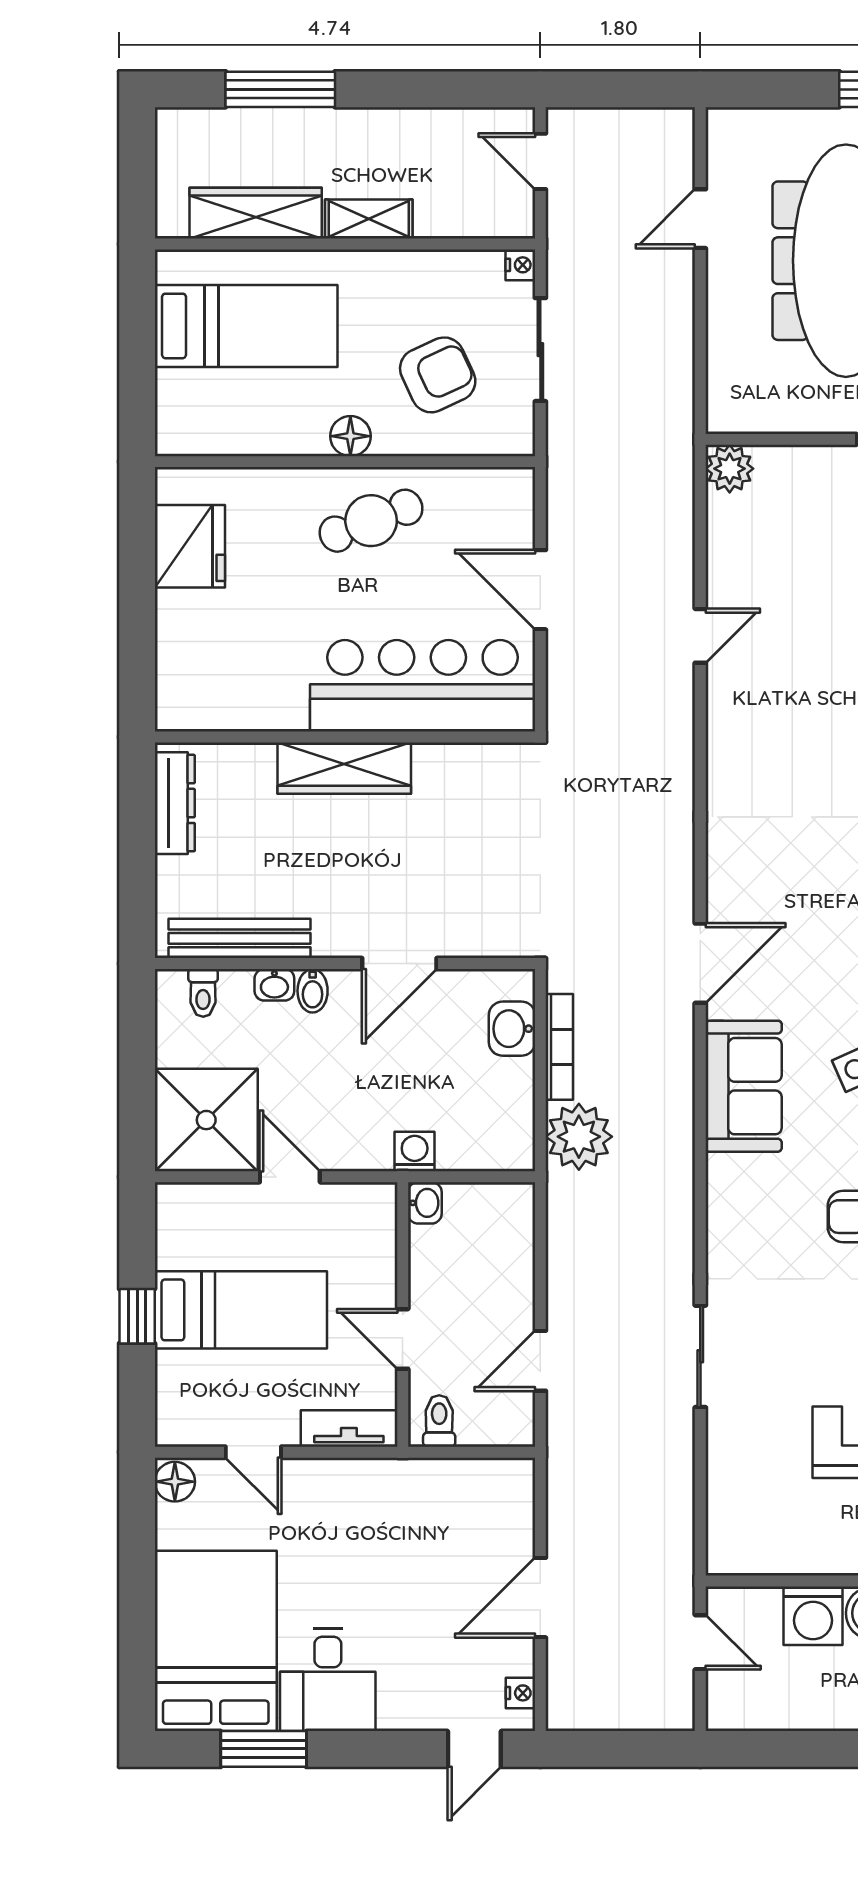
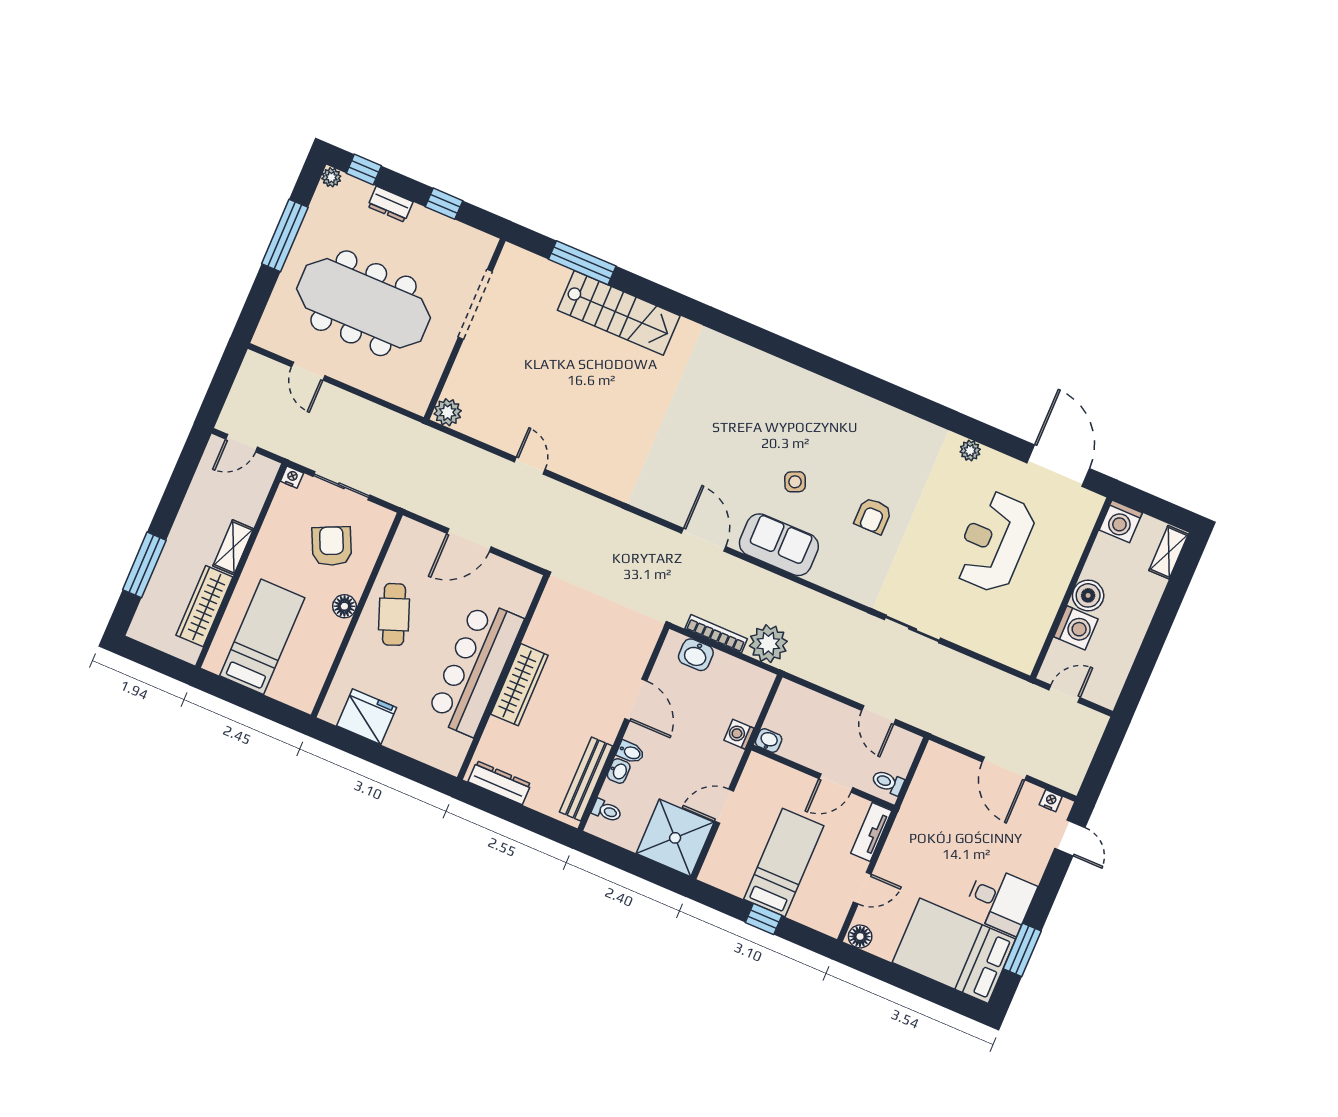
bar counter: (423, 686) -> (475, 668), moved

